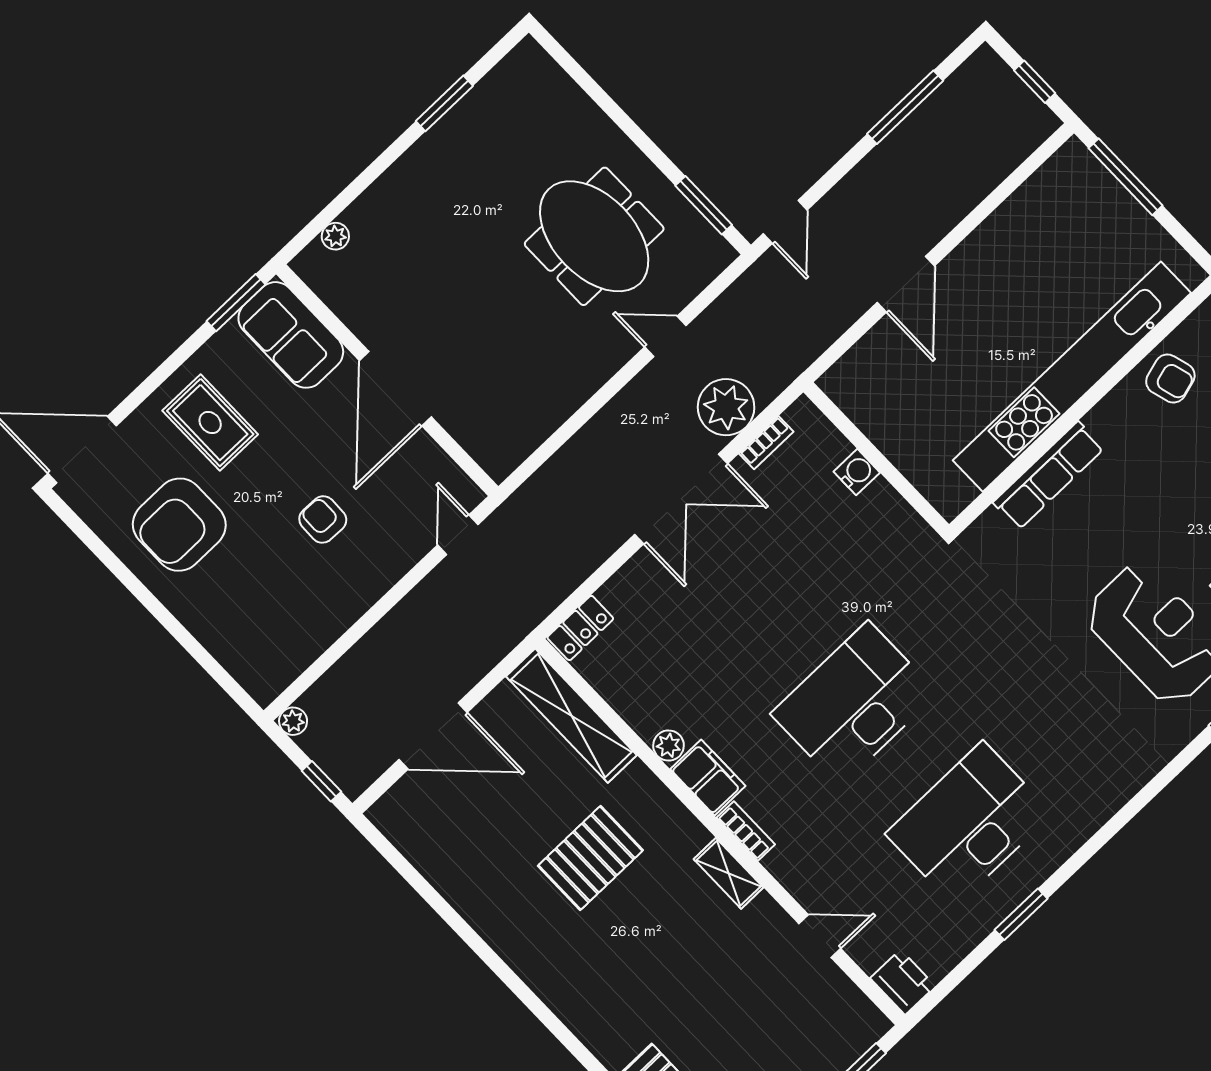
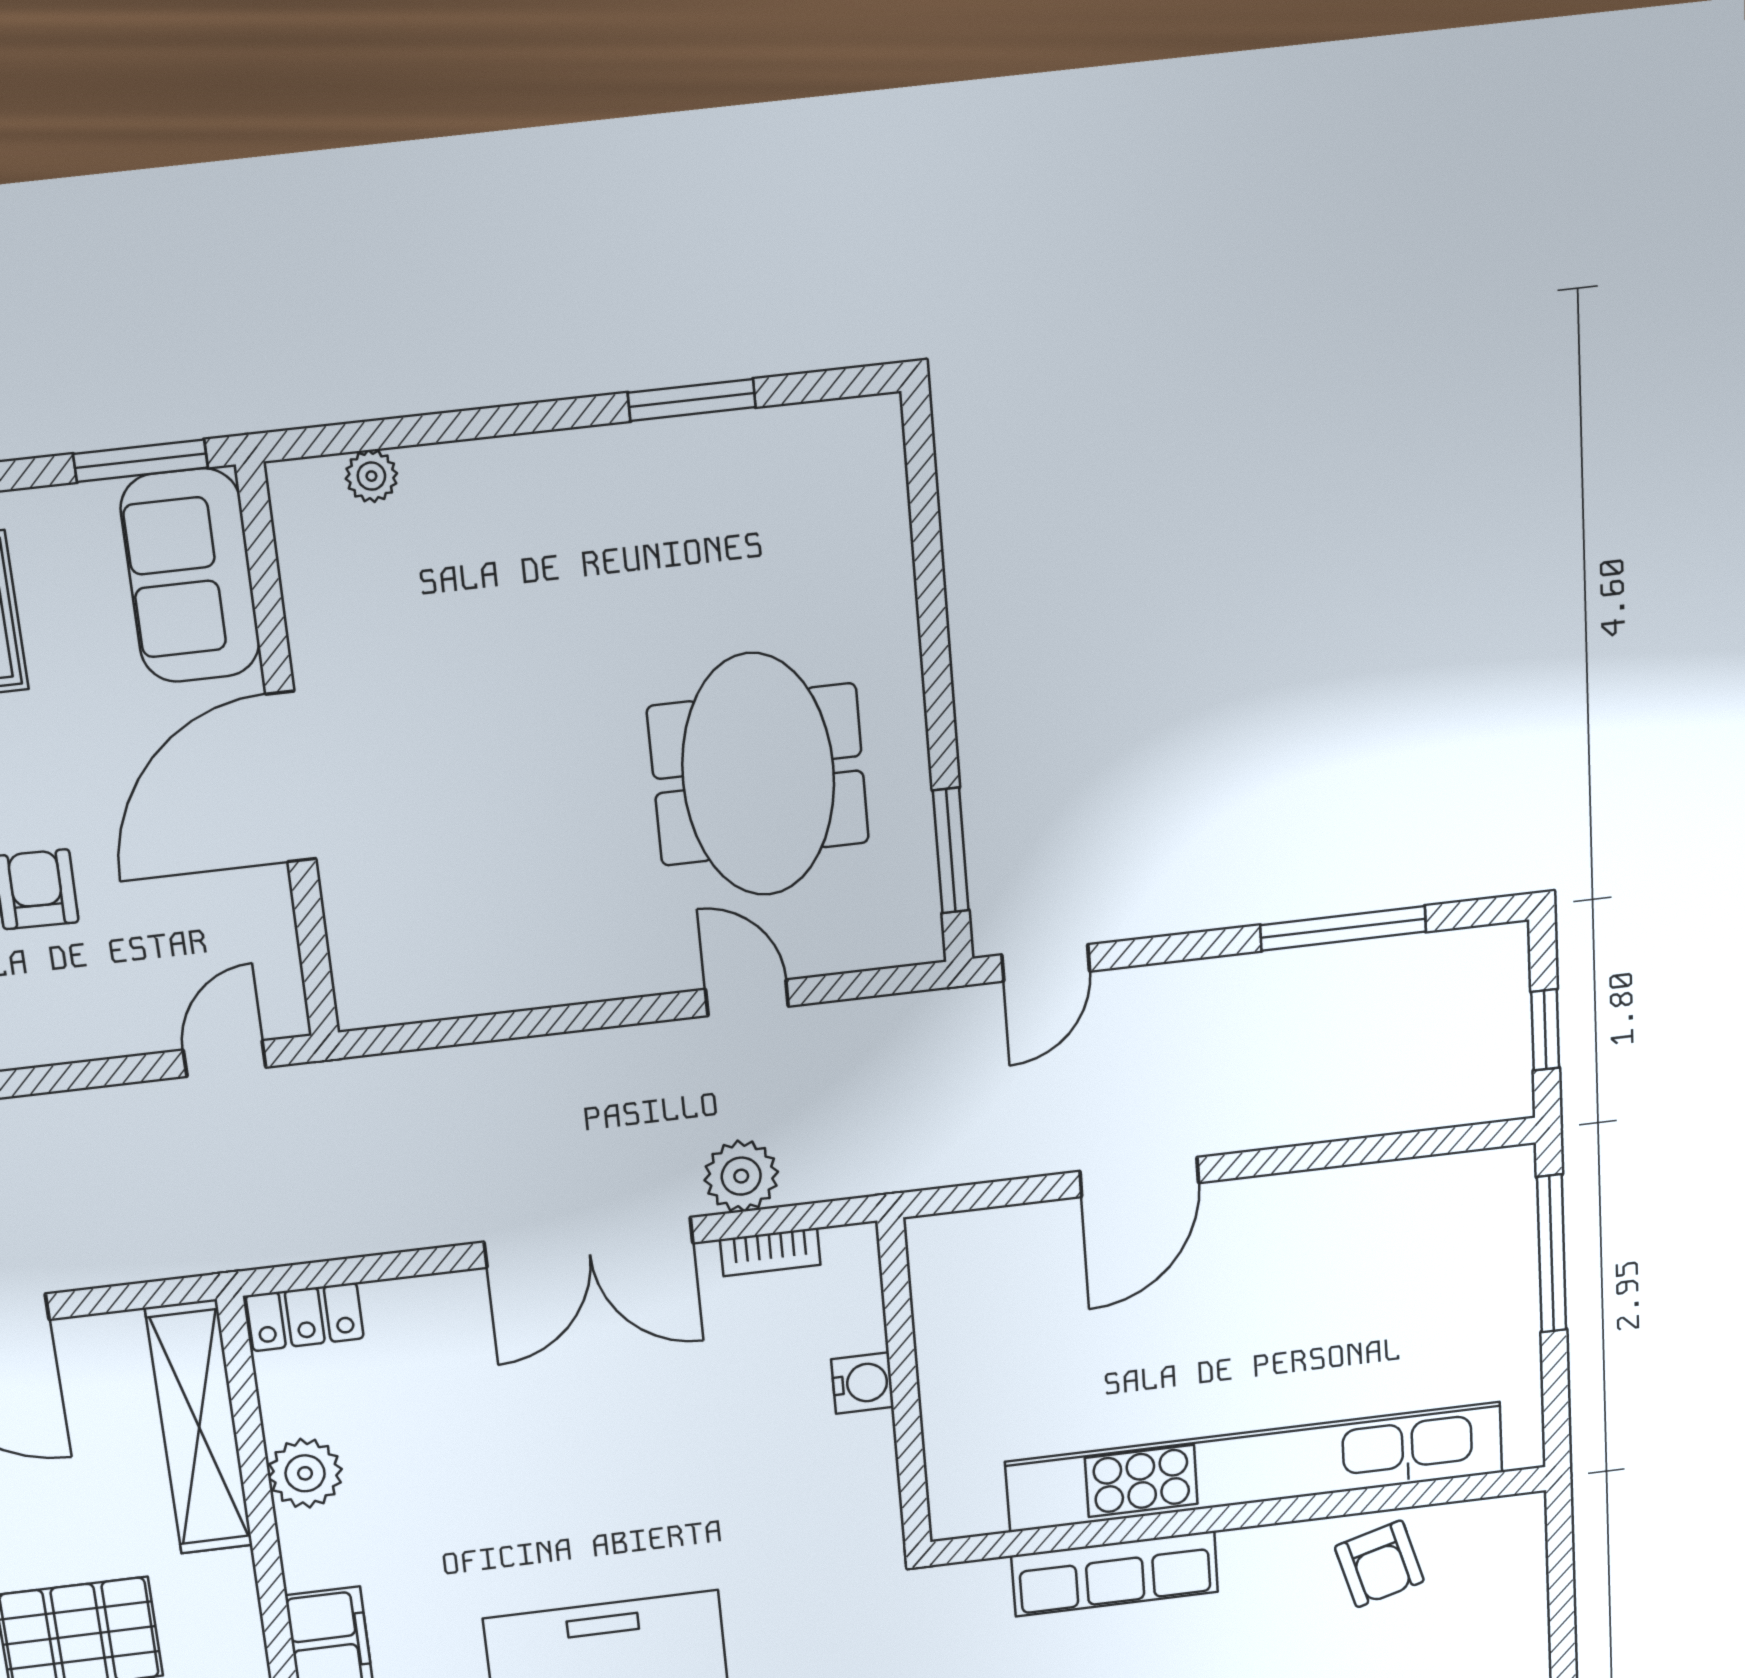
plant: (726, 407) -> (741, 1176), width x0.73, depth x0.73
plant: (669, 746) -> (305, 1473), moved, width x1.38, depth x1.38

